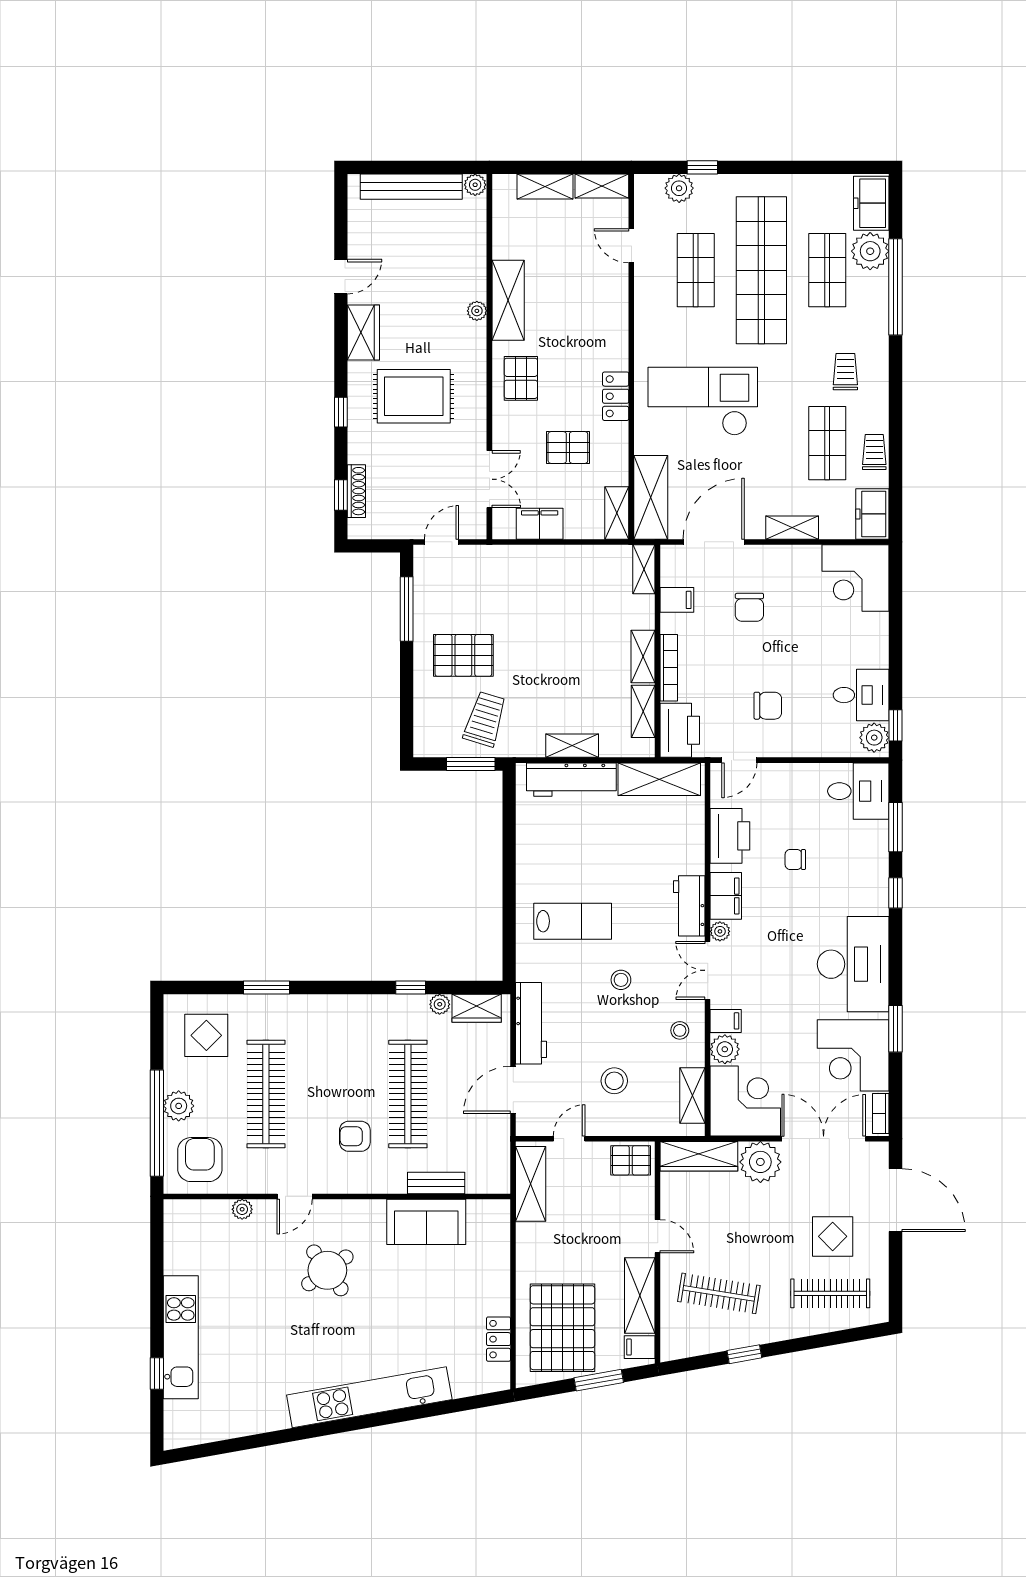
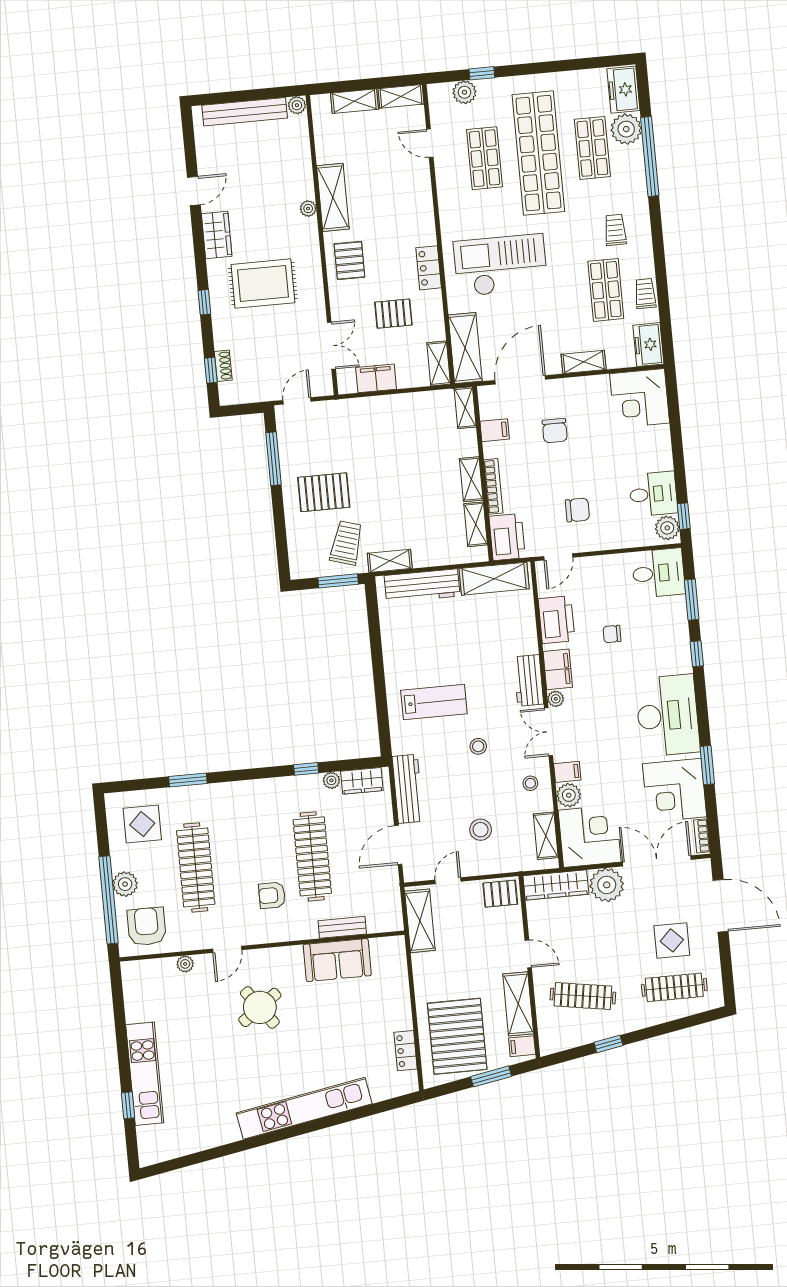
shoe rack: (356, 491) -> (223, 366), width x0.70
shelving: (572, 746) -> (390, 561), moved

